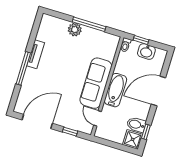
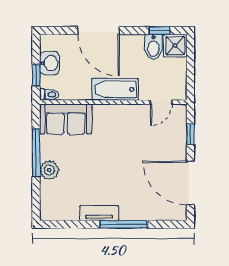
sofa: (96, 83) -> (66, 119), moved, width x0.73

